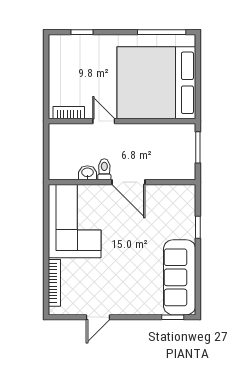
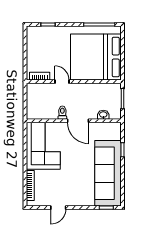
washbasin: (87, 173) -> (103, 115), moved
sofa: (180, 277) -> (108, 173), width x1.36, depth x1.27

